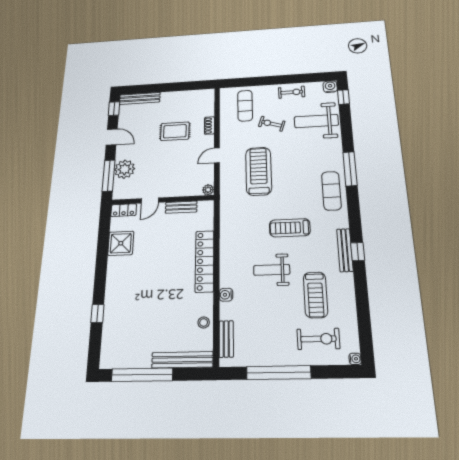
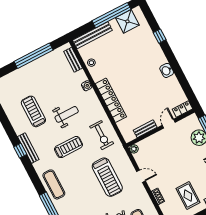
rug: (175, 131) -> (188, 195), moved, turned 90
door: (217, 155) -> (141, 176), hinge flipped
shower: (121, 243) -> (127, 21), moved
washbasin: (115, 265) -> (167, 70), added
exercise bike: (318, 339) -> (102, 135), moved, turned -90

